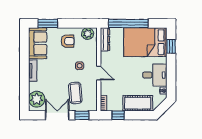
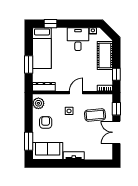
window: (128, 23) -> (29, 64), width x0.47
bed: (145, 42) -> (42, 48), width x0.67
plant: (37, 99) -> (101, 152), removed

